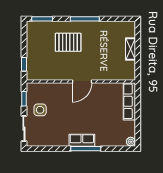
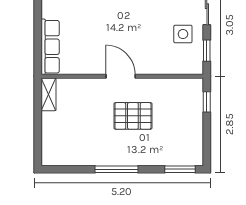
pallet: (68, 42) -> (133, 116), moved
shelving: (130, 49) -> (49, 94), moved
door: (82, 81) -> (121, 76), hinge flipped

